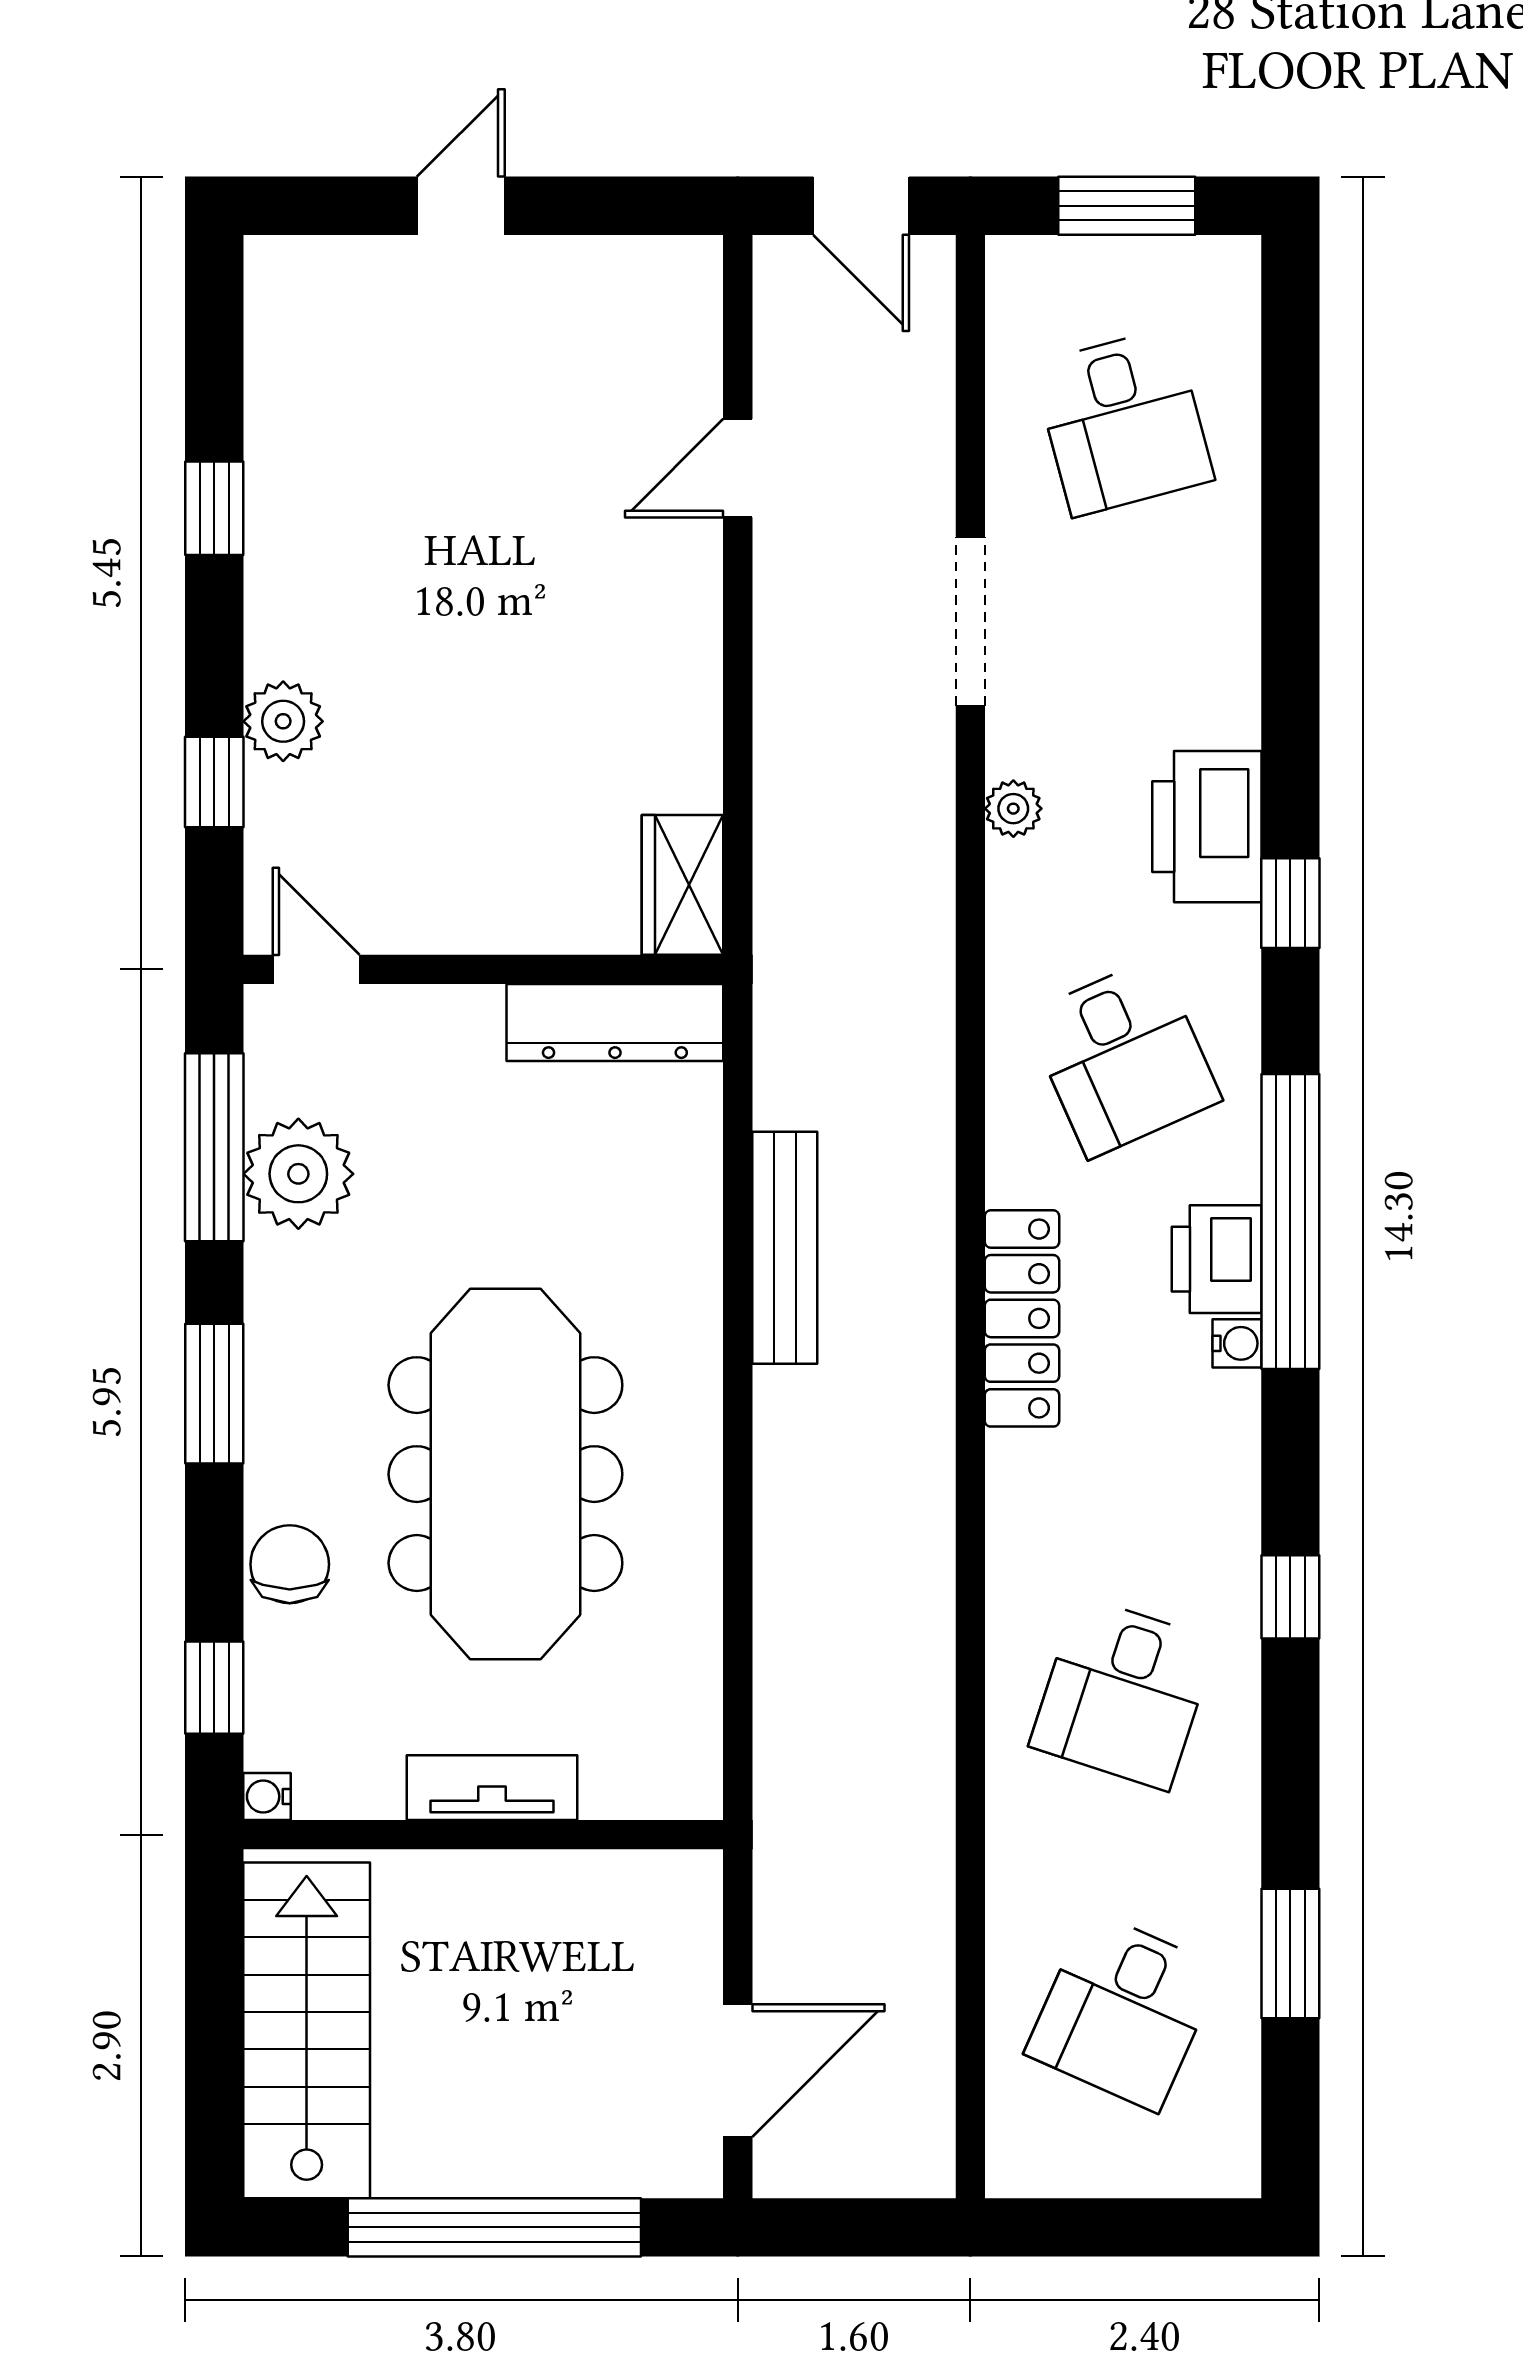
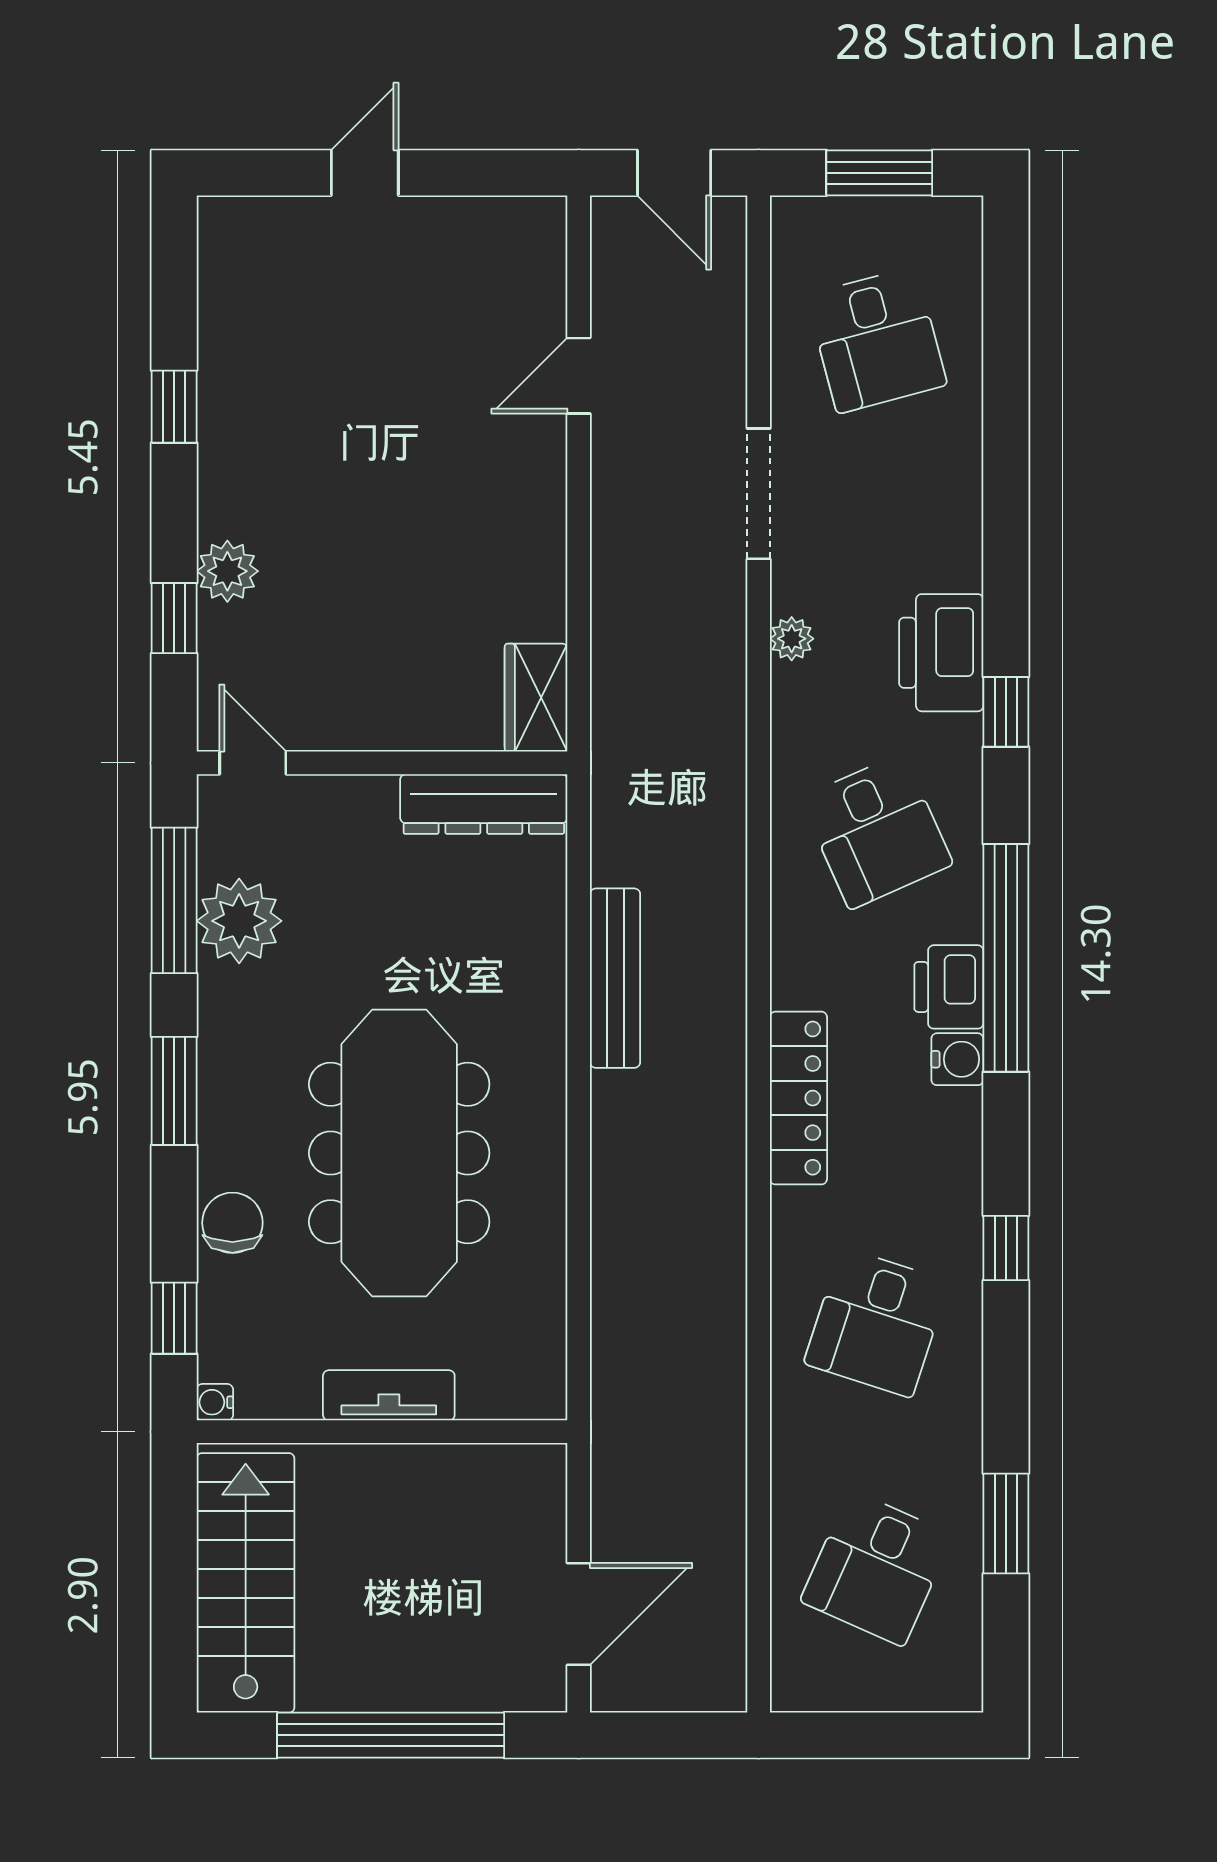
locker: (1022, 1318) -> (798, 1098), moved
water cooler: (1237, 1343) -> (957, 1059), width x1.38, depth x1.38

